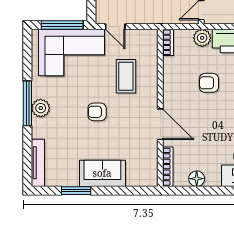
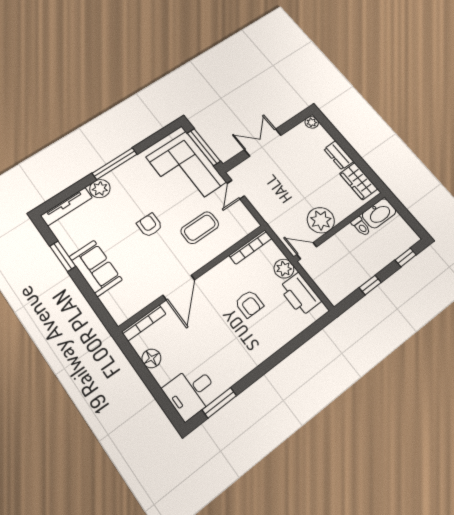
bookcase: (168, 42) -> (251, 247), width x1.56
armchair: (209, 83) -> (249, 304), turned 180
plant: (41, 108) -> (100, 189), moved

